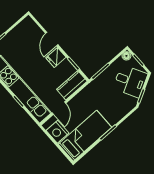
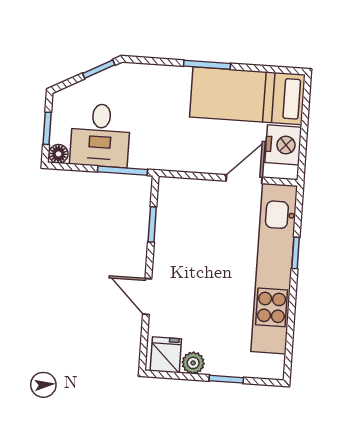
plant: (15, 33) -> (193, 363), added
door: (52, 39) -> (147, 296), swing flipped
fridge: (56, 57) -> (166, 355), moved, turned -90
desk: (130, 81) -> (100, 135), moved, turned -152
kitchen counter: (72, 85) -> (189, 194), removed

